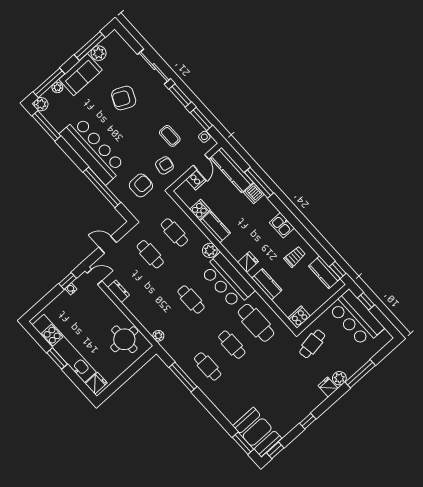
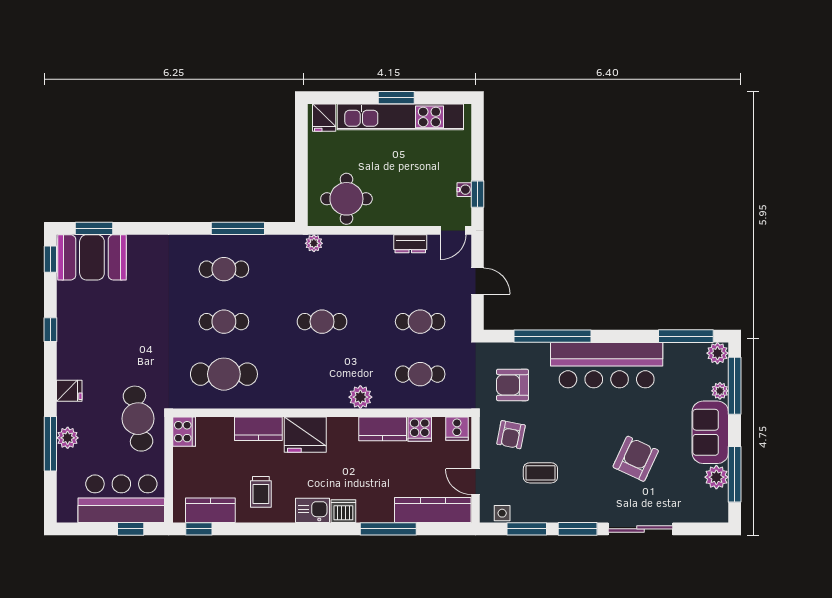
cooker: (196, 180) -> (457, 429), moved, turned -90
armchair: (141, 185) -> (512, 385), turned 90
dishwasher: (254, 193) -> (343, 511), moved
door: (108, 245) -> (478, 281), hinge flipped
fridge: (248, 262) -> (305, 435), width x1.88, depth x1.34
bar counter: (227, 281) -> (305, 385), removed
cafe table: (312, 344) -> (138, 419), width x1.37, depth x1.35
plant: (339, 378) -> (68, 438), moved

